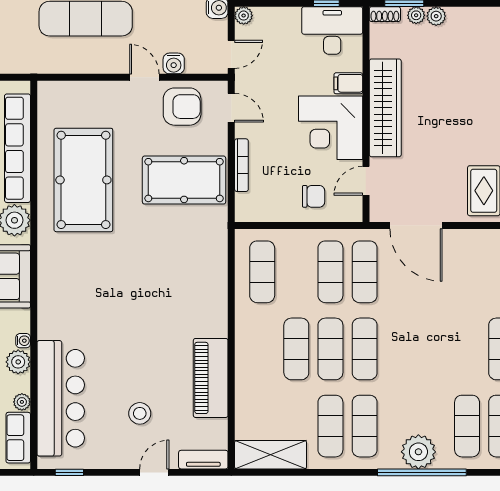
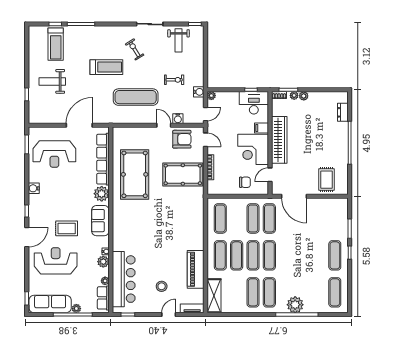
exercise mat: (467, 426) -> (220, 255), moved
shelving: (271, 455) -> (214, 296), moved, turned 90

